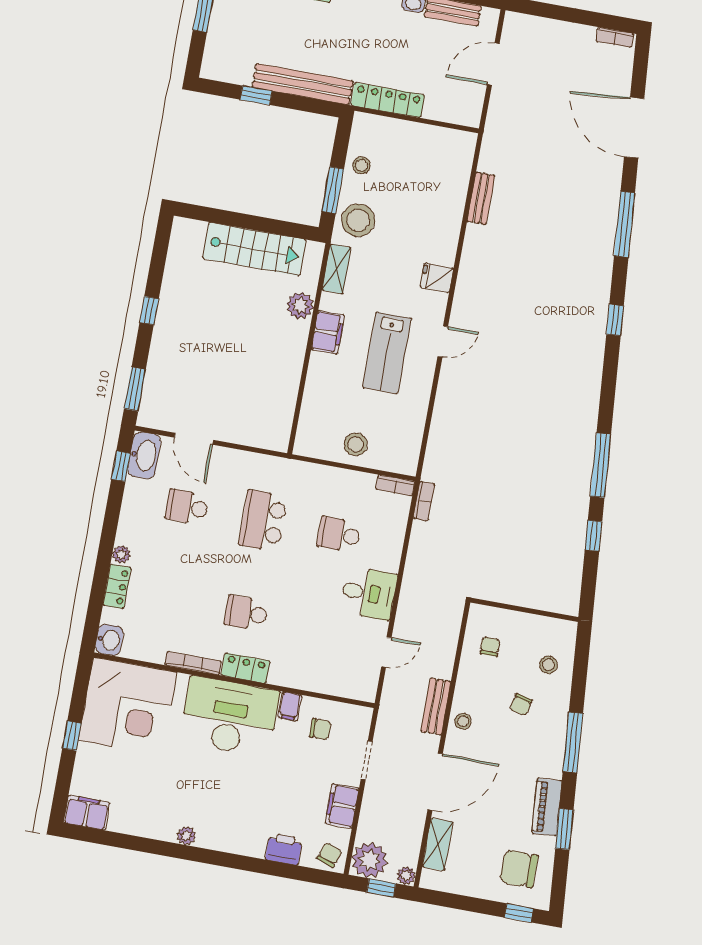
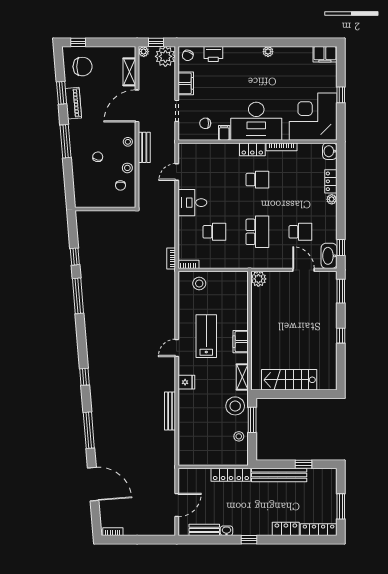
bench: (481, 198) -> (170, 411), moved, width x1.36
plant: (300, 306) -> (258, 279), moved
stool: (356, 444) -> (199, 283), moved
stool: (548, 665) -> (127, 168), moved

